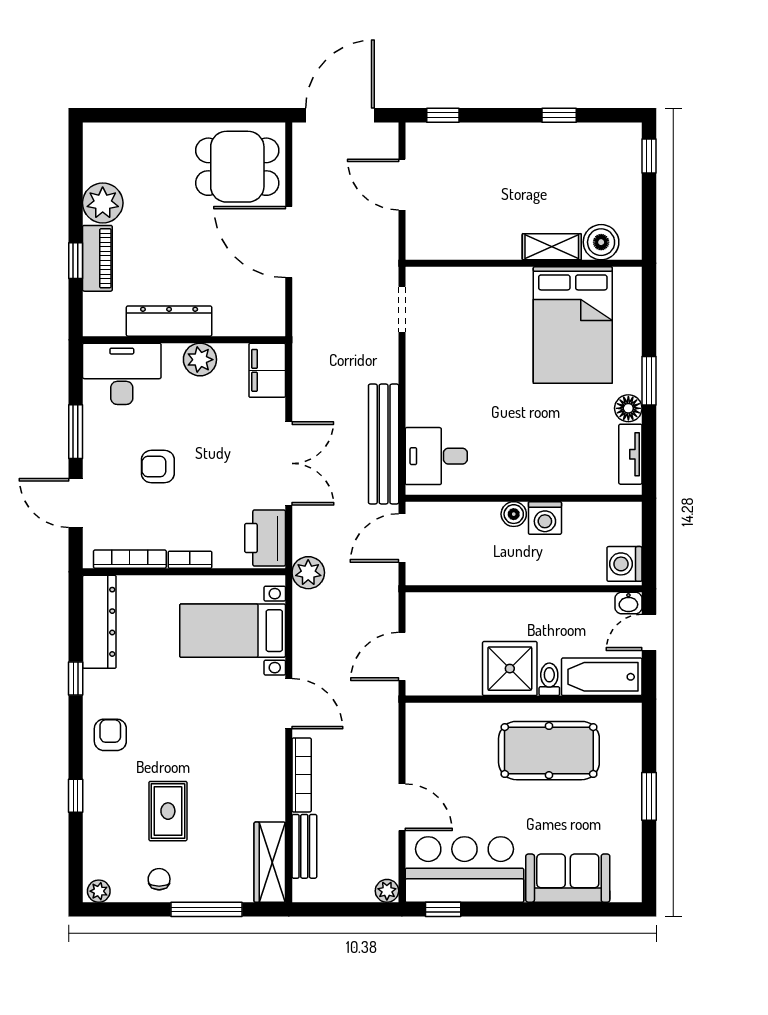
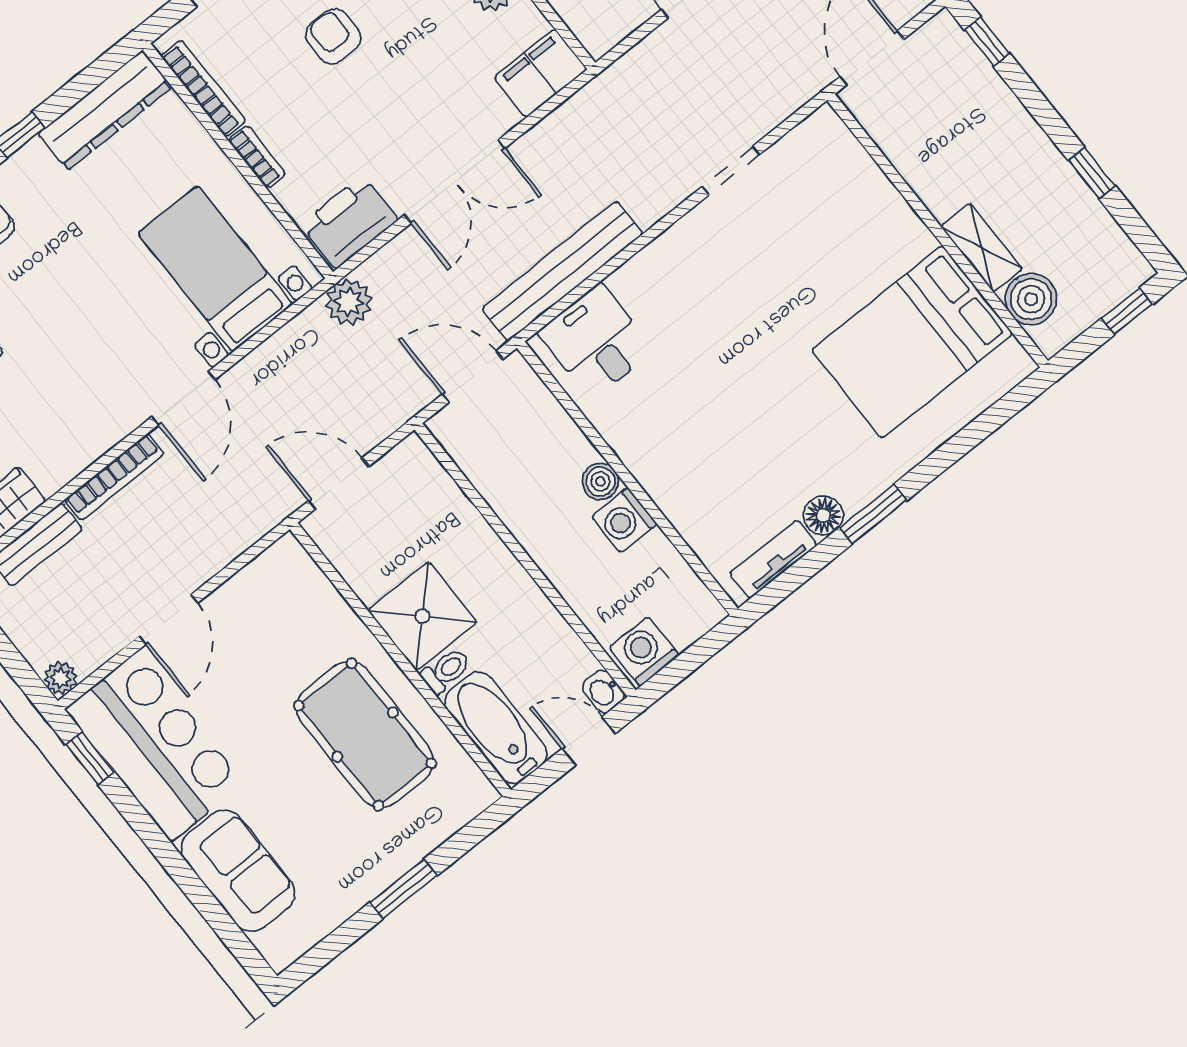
boiler: (601, 242) -> (1031, 299), moved
shelving: (552, 247) -> (982, 248), moved
wall: (524, 263) -> (937, 231), moved
bed: (573, 325) -> (912, 342), moved

